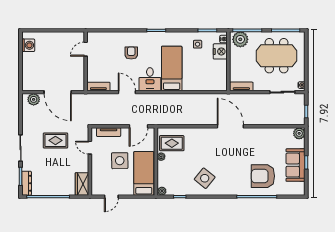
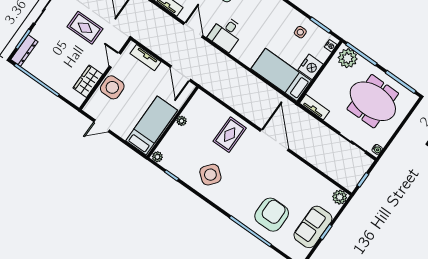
nightstand: (220, 51) -> (311, 67), moved
bed: (172, 68) -> (281, 75), moved, turned -90
door: (139, 126) -> (180, 73), hinge flipped
rug: (172, 143) -> (230, 135), moved, turned 90
side table: (120, 161) -> (112, 87), moved
armchair: (263, 176) -> (272, 215), turned 90
wardrobe: (82, 184) -> (88, 81), moved

